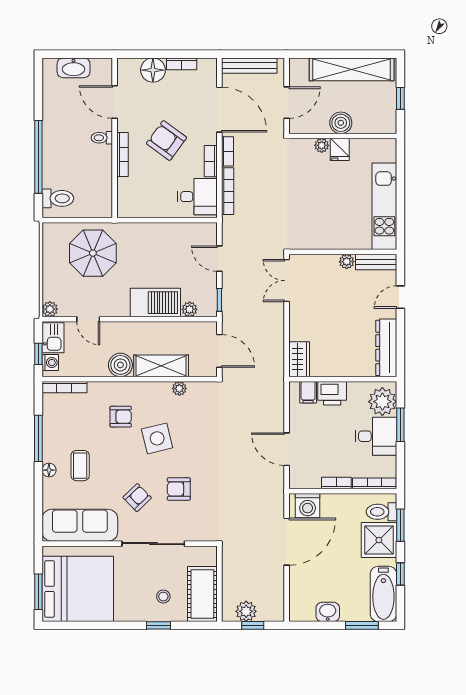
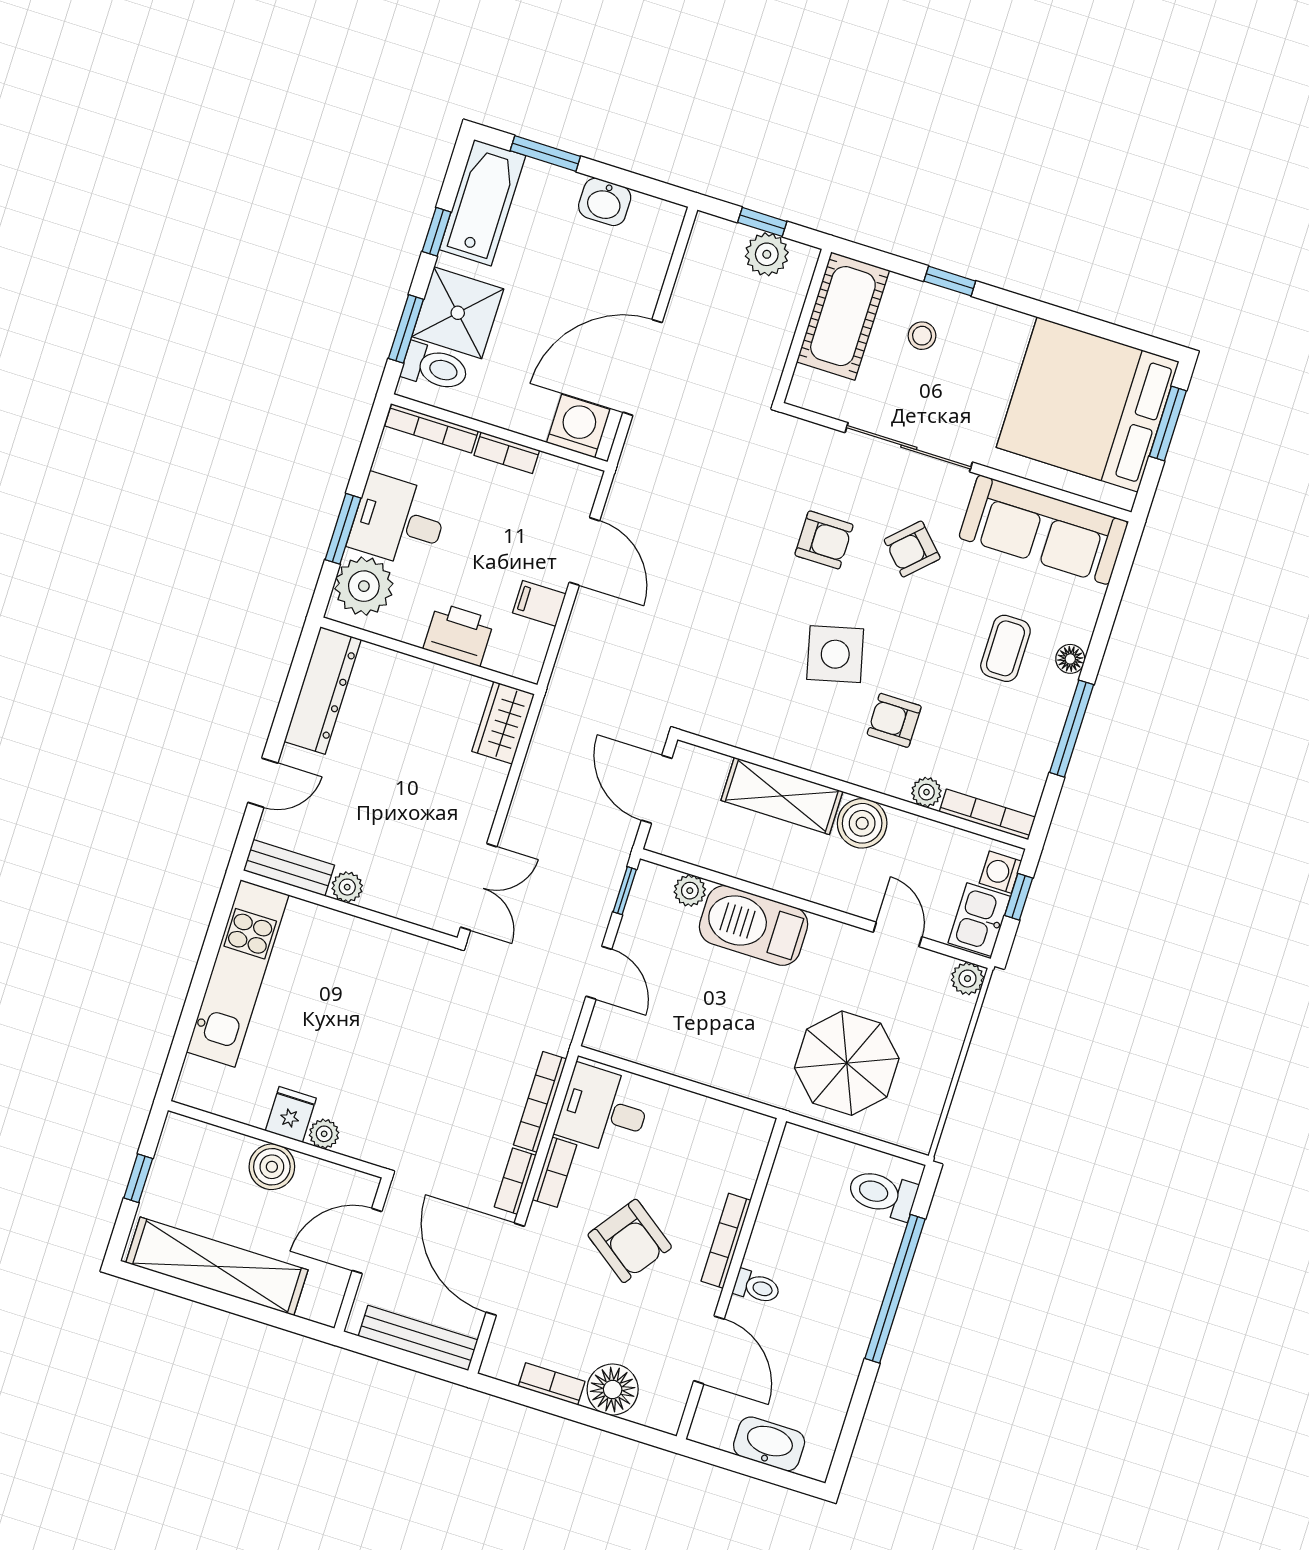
plant: (179, 388) -> (926, 792), moved
filing cabinet: (308, 392) -> (539, 603), moved, turned -90

